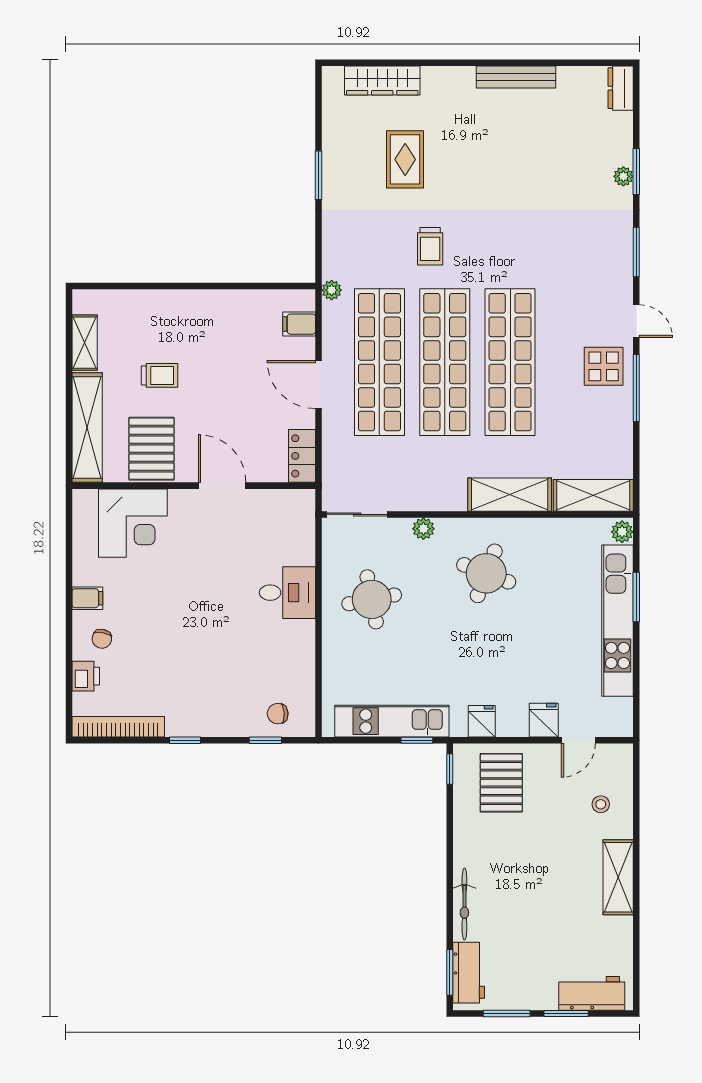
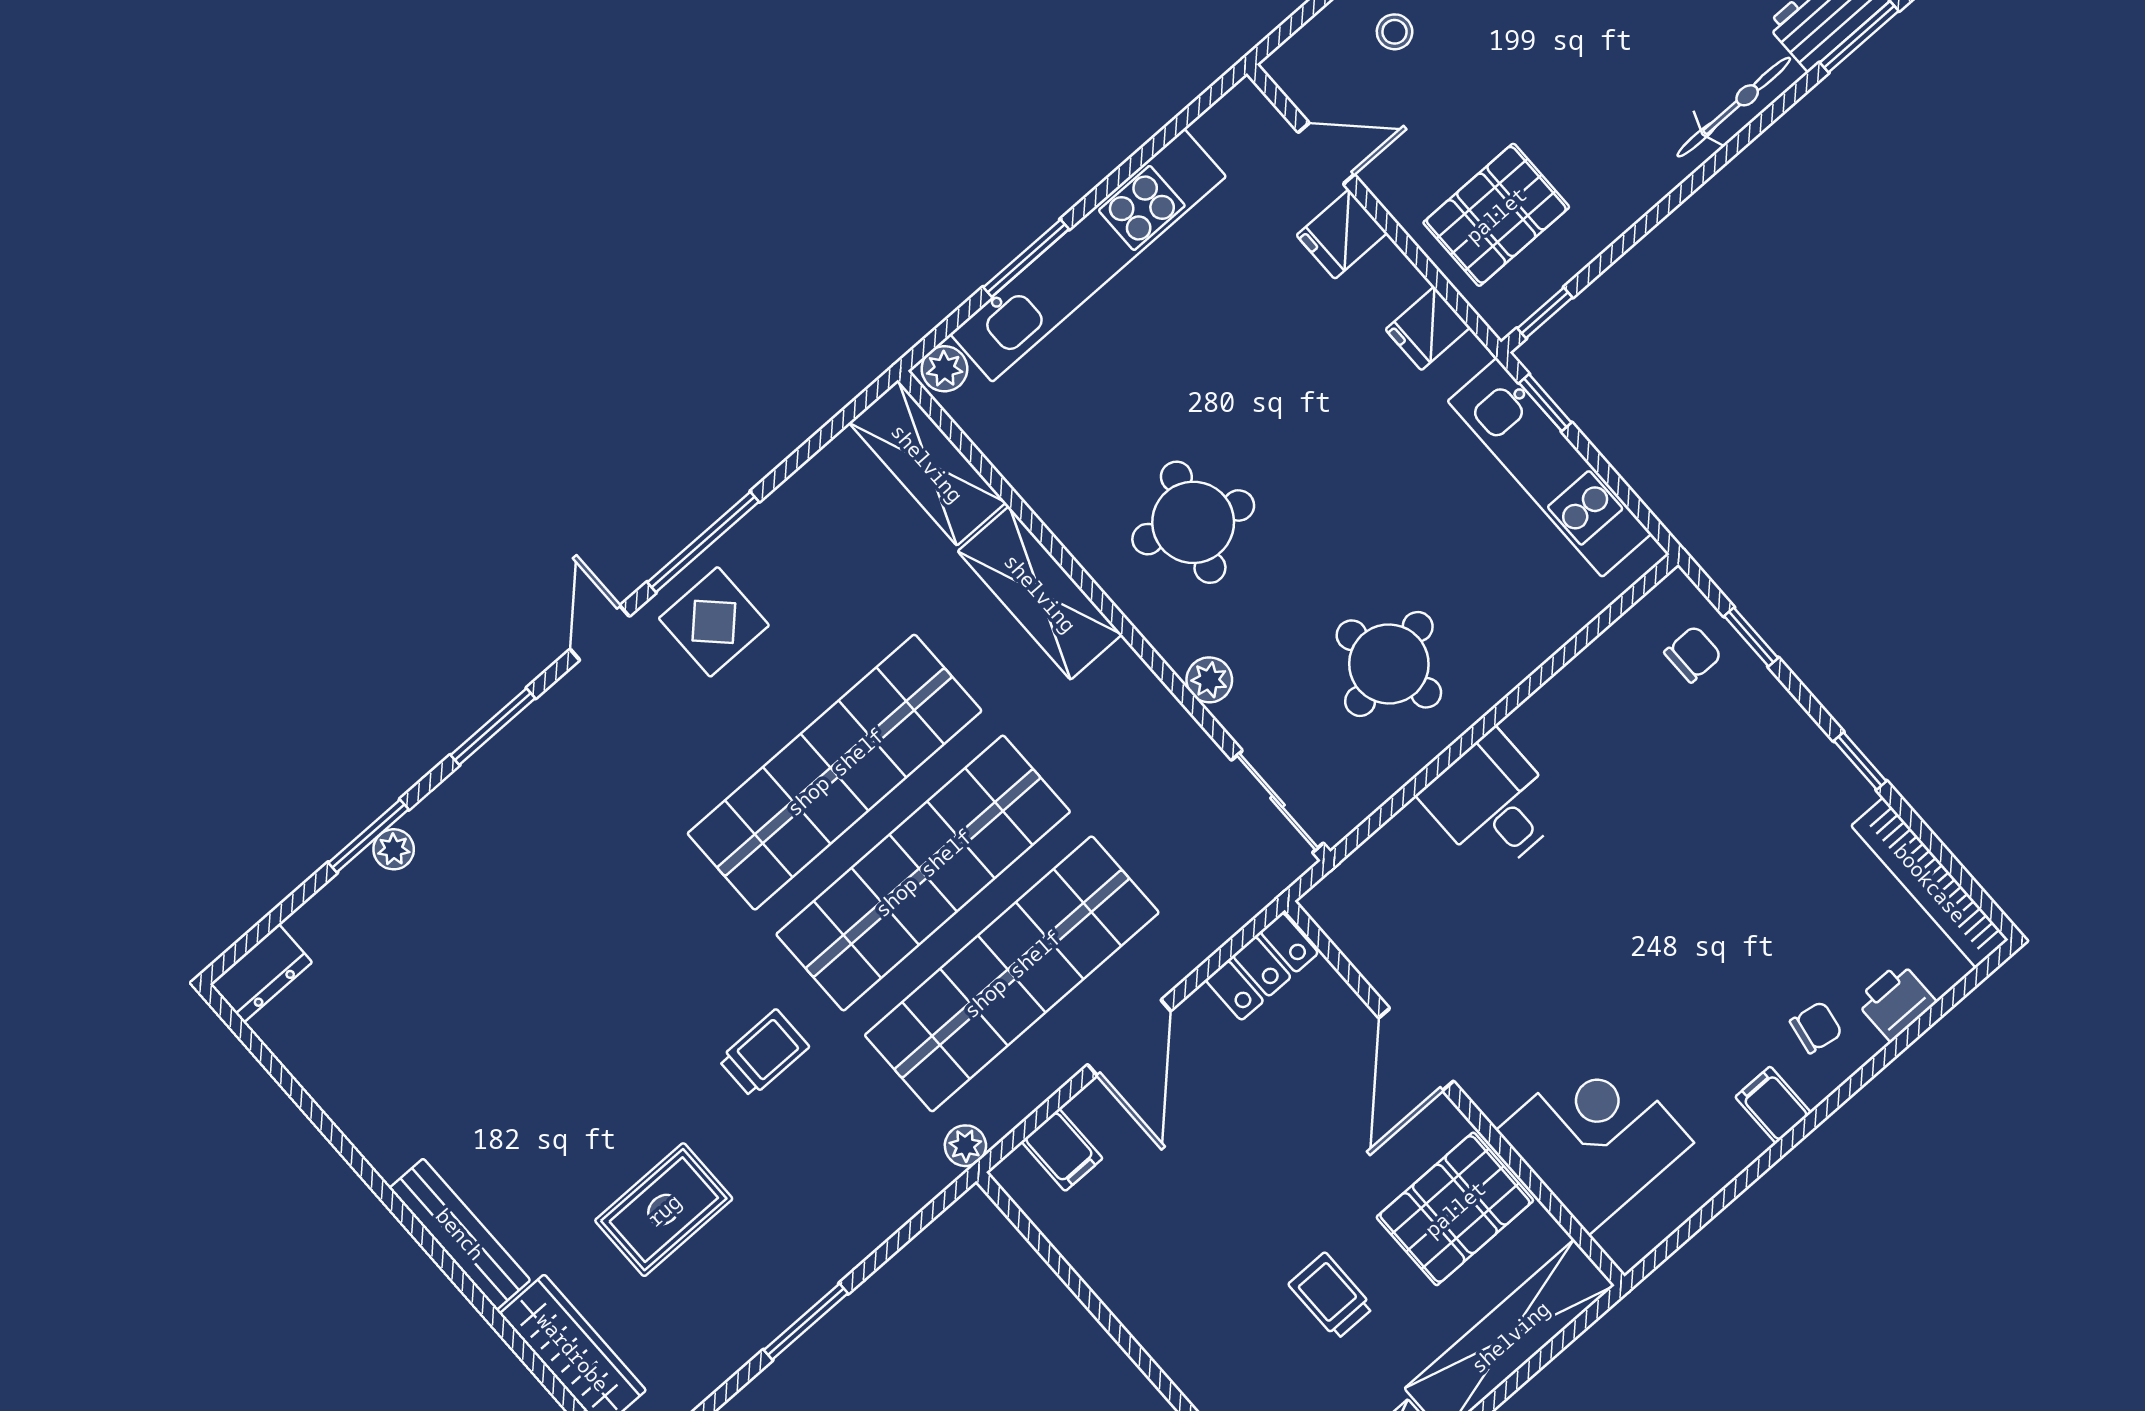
bench: (516, 77) -> (460, 1234), moved
chair: (278, 714) -> (1693, 654), turned -86

